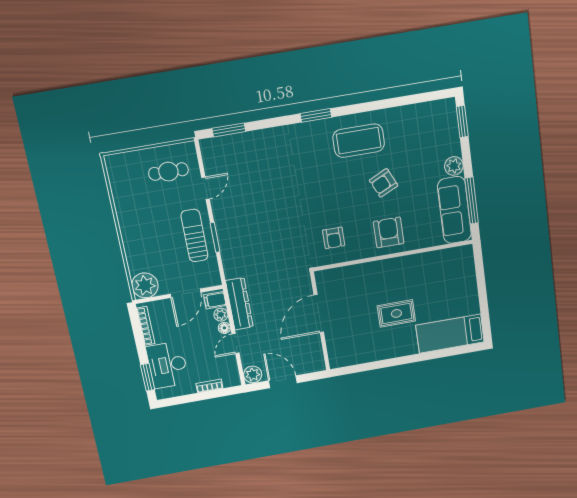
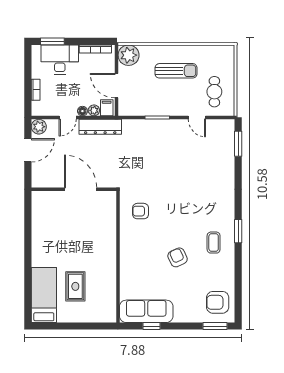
window: (316, 115) -> (238, 231), moved
coffee table: (359, 141) -> (214, 243), width x0.54, depth x0.58
plant: (454, 166) -> (181, 315), removed
window: (472, 201) -> (152, 326), width x0.46
armchair: (389, 232) -> (218, 302), moved, turned 180
sun lounger: (194, 236) -> (176, 71), moved
rug: (396, 313) -> (75, 286), moved
door: (236, 344) -> (68, 118), swing flipped

